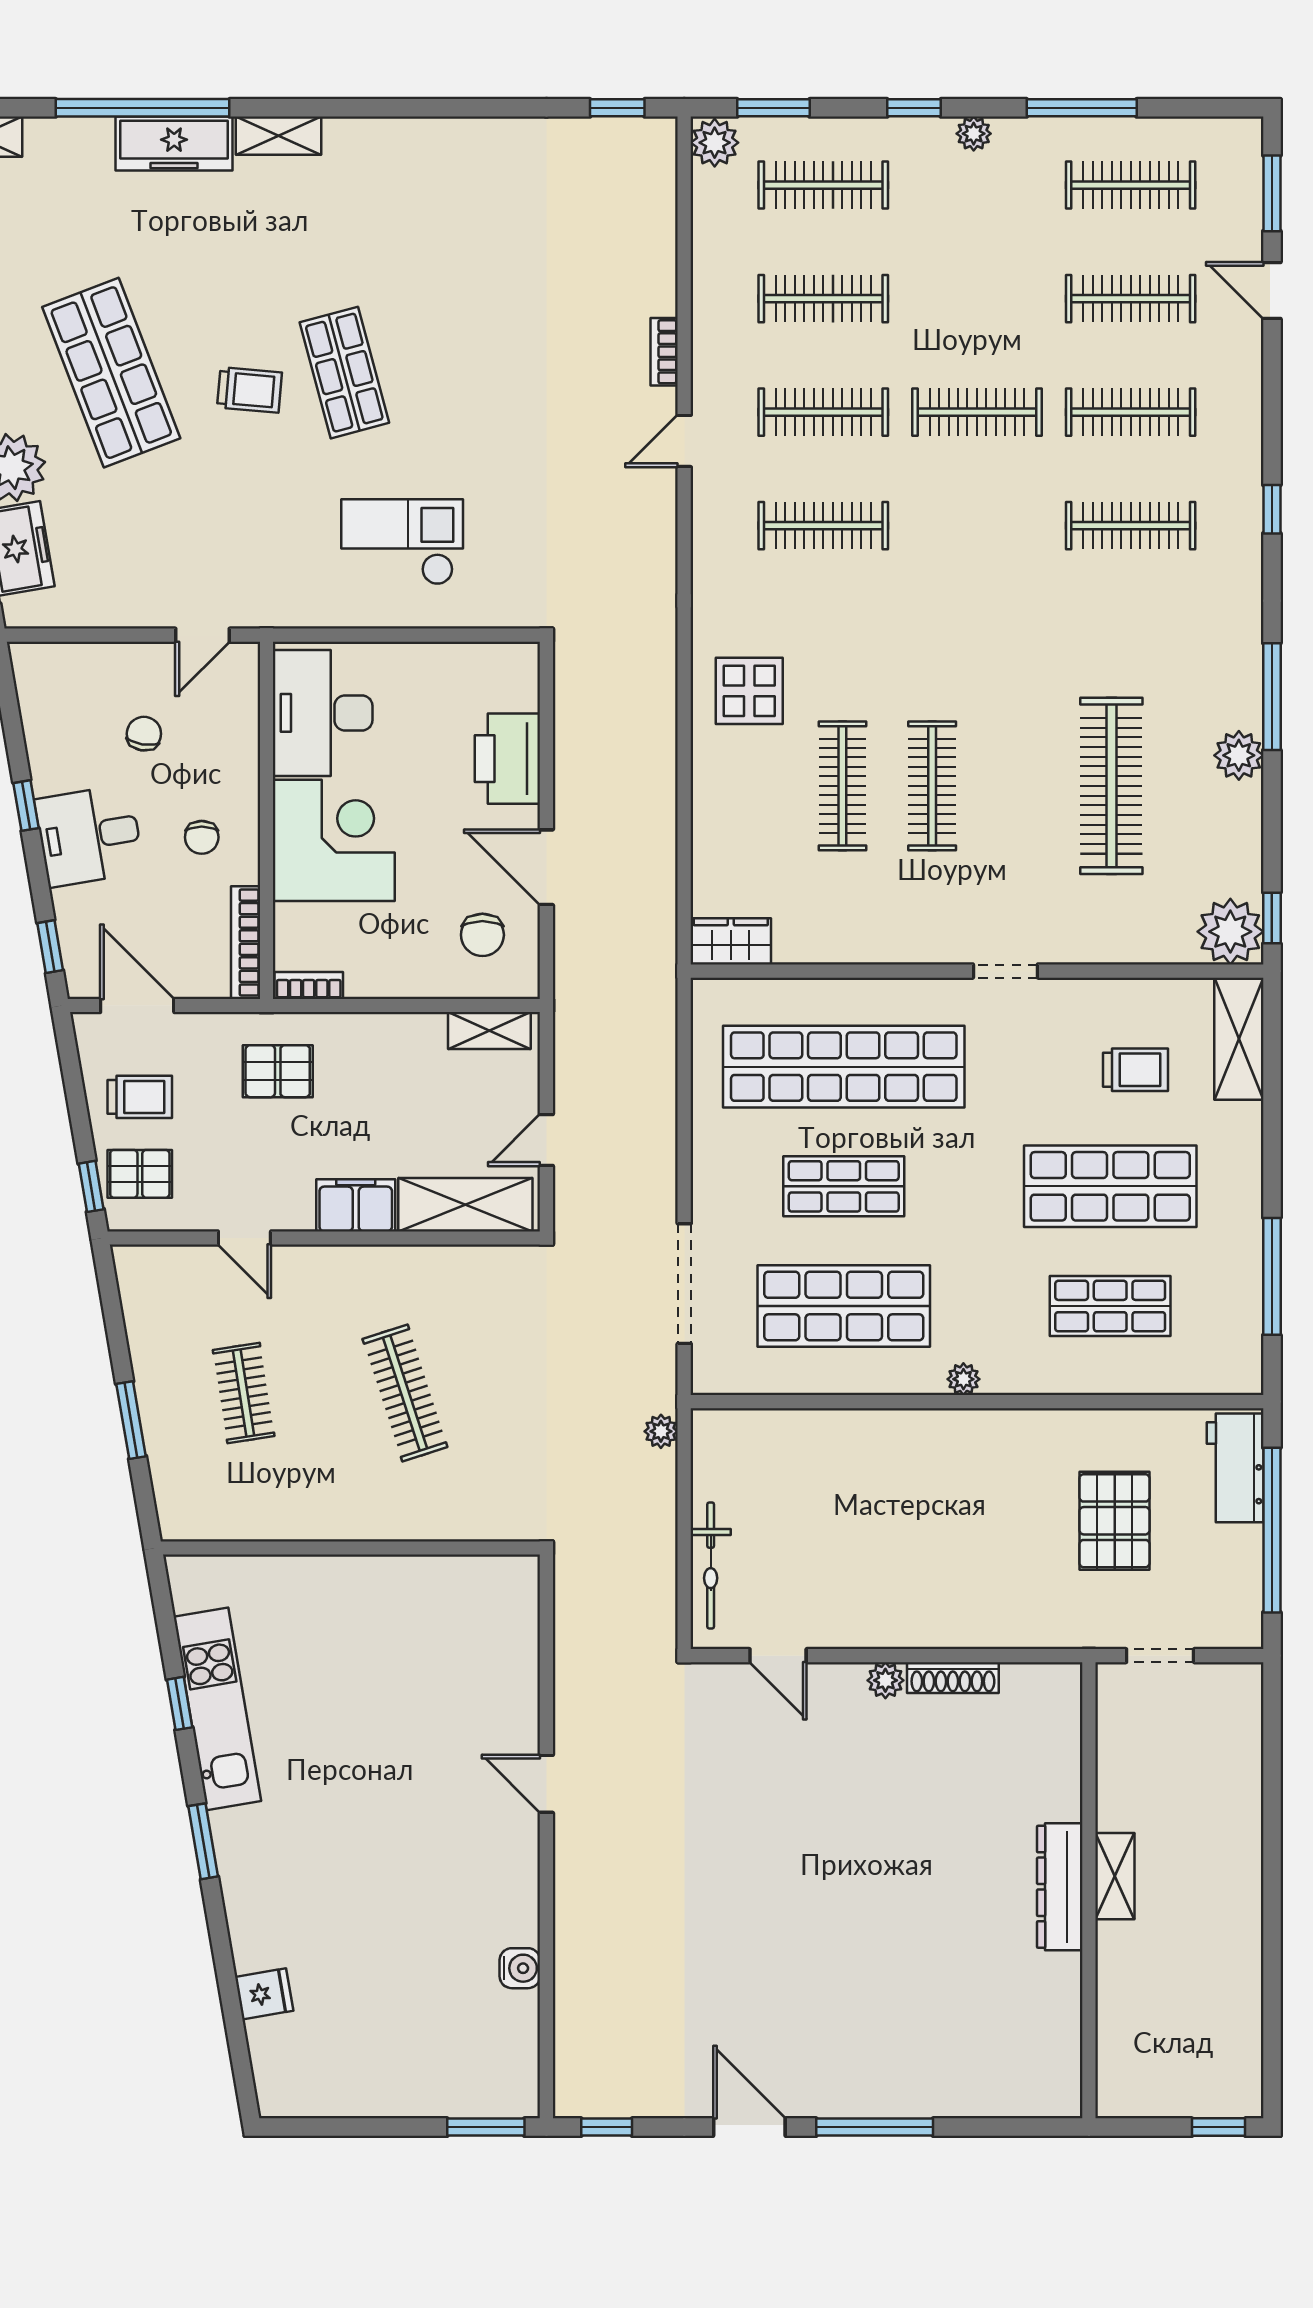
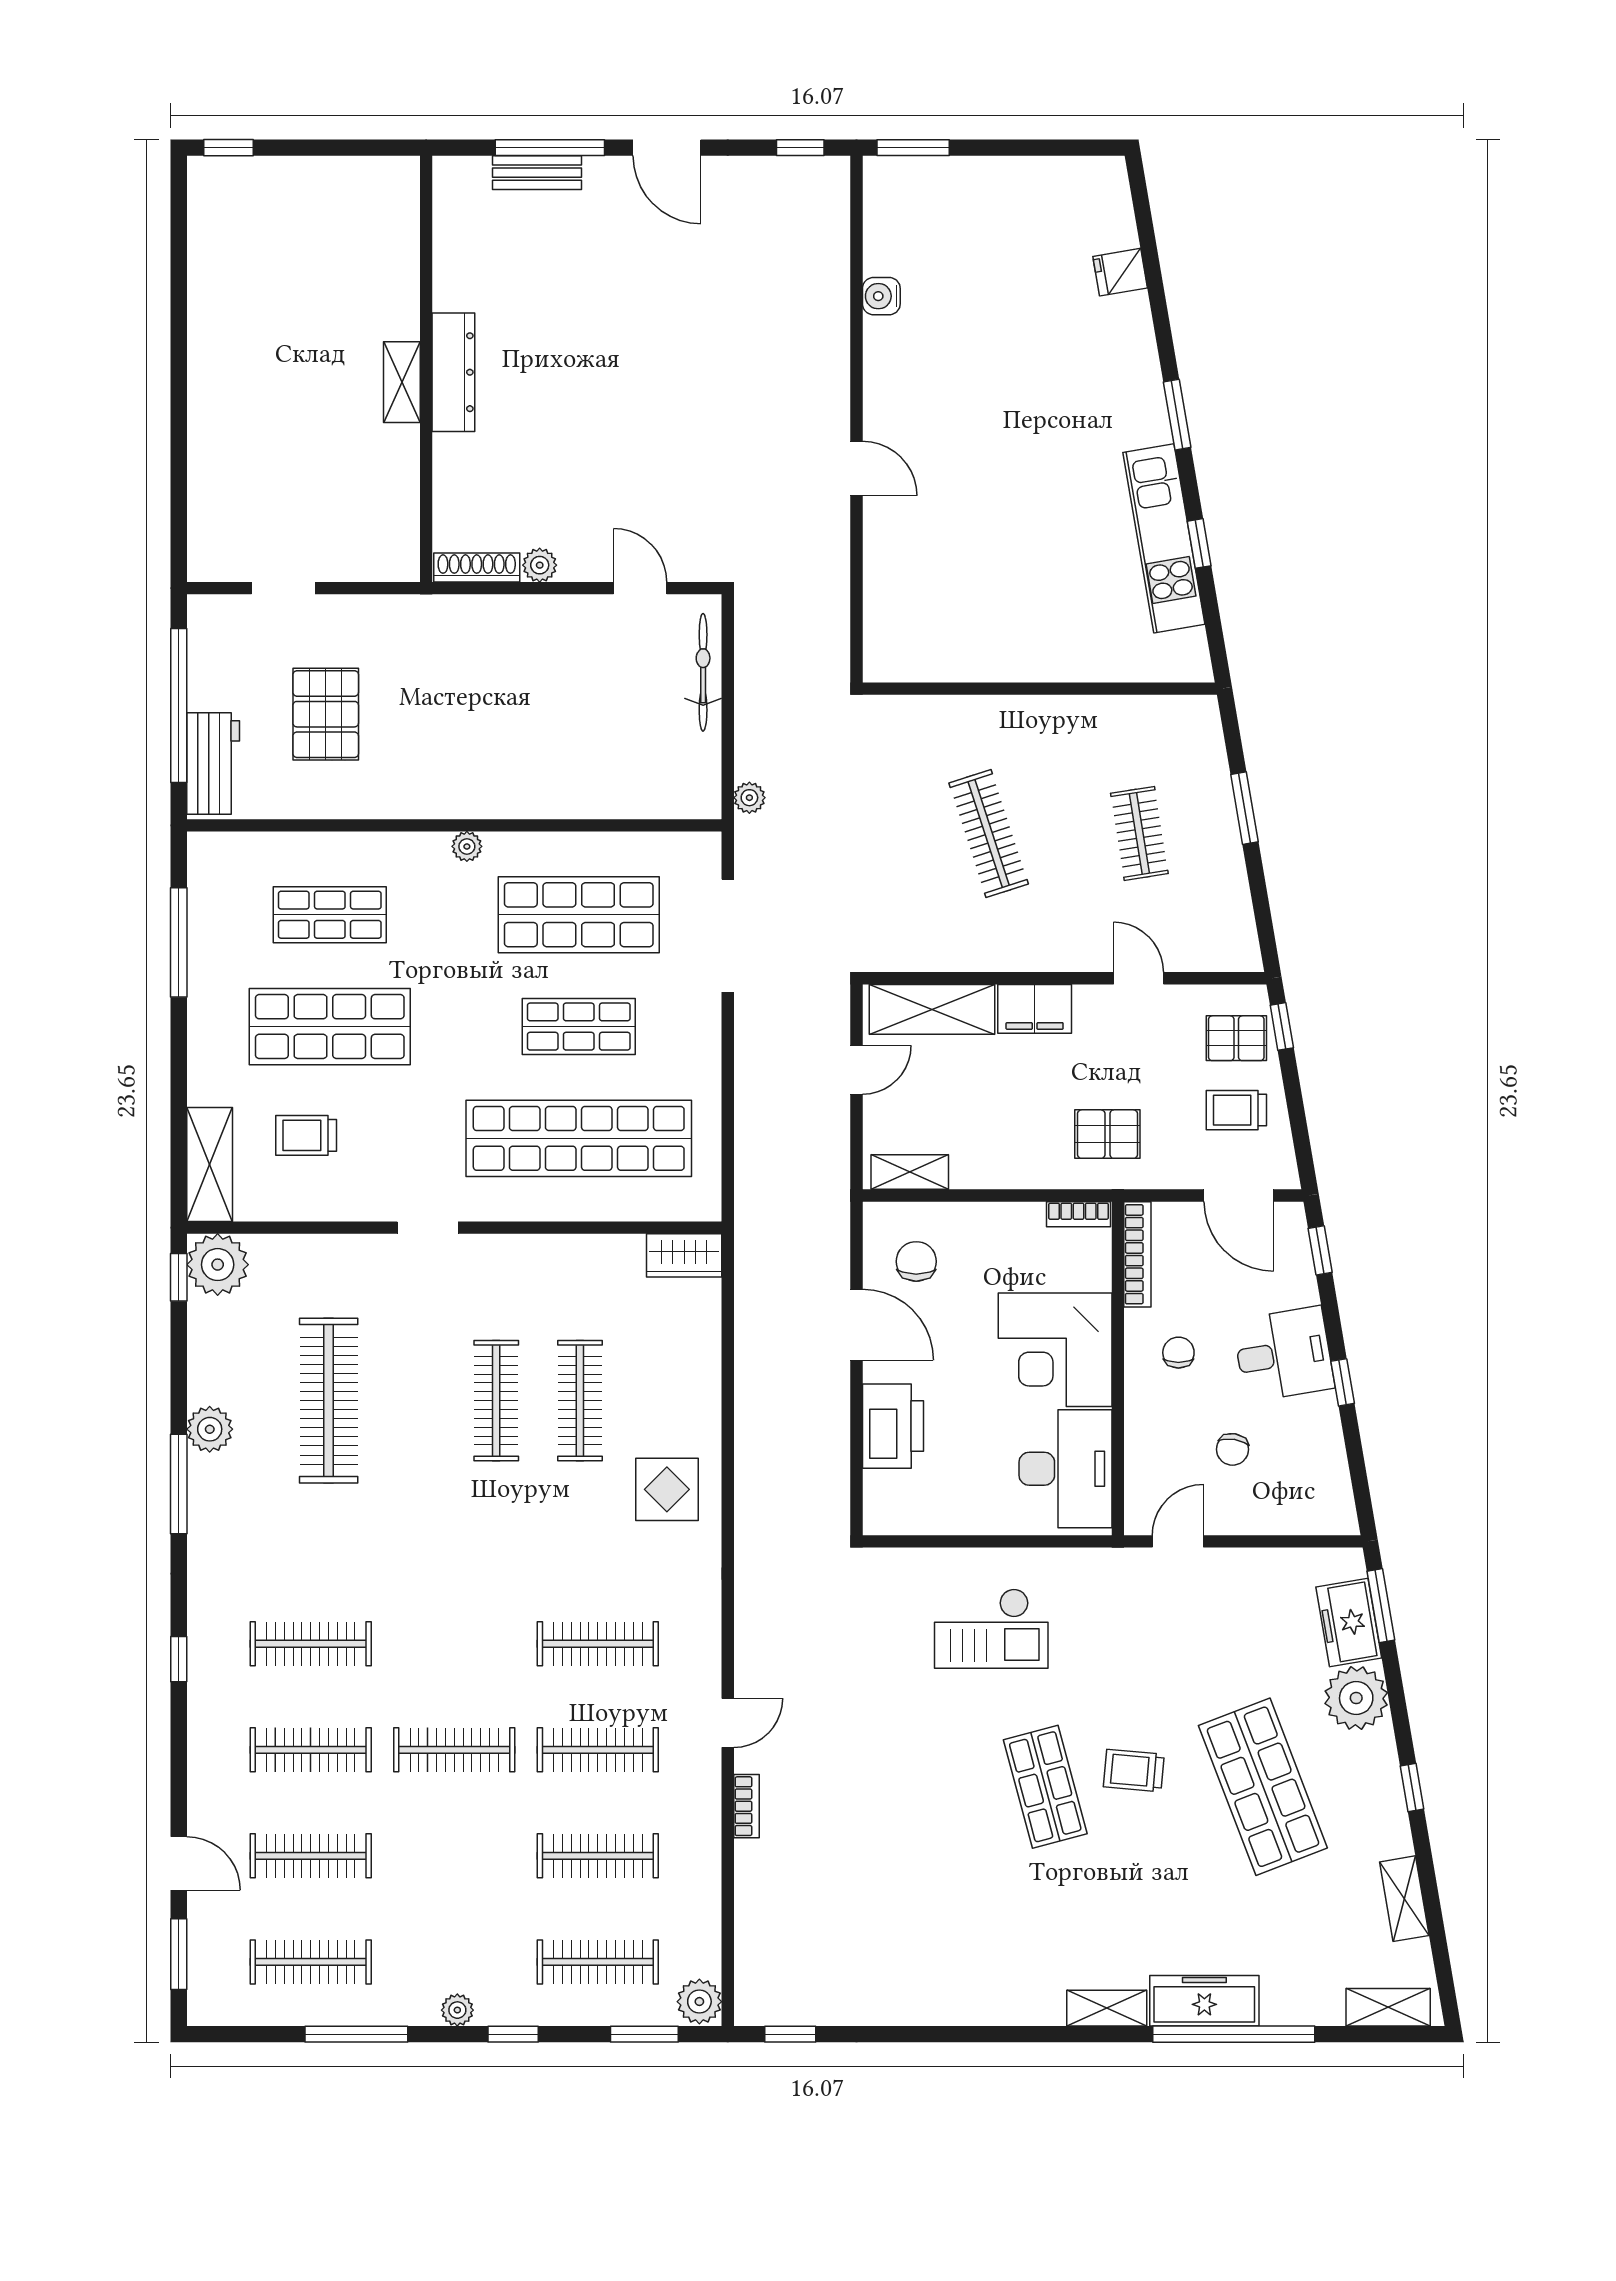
shelving: (1115, 1876) -> (402, 382), moved
dresser: (1060, 1887) -> (453, 372), moved
wall: (1089, 1890) -> (426, 369), moved
bench: (888, 2100) -> (537, 173), added

